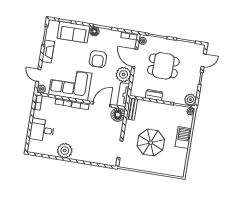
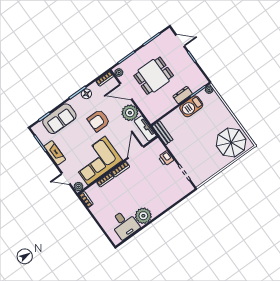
floor lamp: (94, 31) -> (86, 94), moved
armchair: (98, 59) -> (99, 121), turned 90
door: (204, 60) -> (180, 41), hinge flipped
dresser: (154, 95) -> (183, 95), moved
plant: (190, 100) -> (200, 81), removed
floor lamp: (118, 115) -> (156, 148), removed
printer: (117, 128) -> (166, 158), added
desk: (42, 130) -> (124, 224), moved, turned -90
barbecue: (183, 138) -> (191, 106), moved, turned -90
parasol: (151, 143) -> (231, 142), moved

